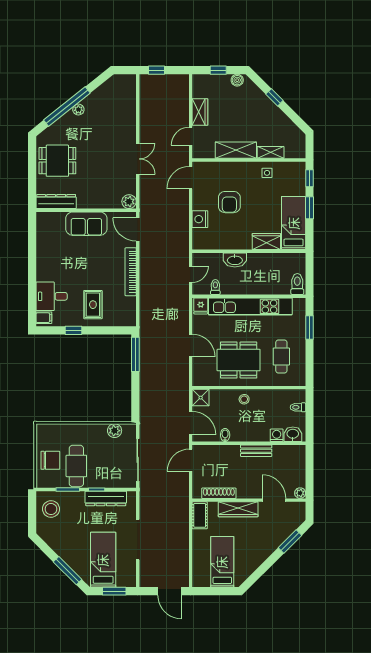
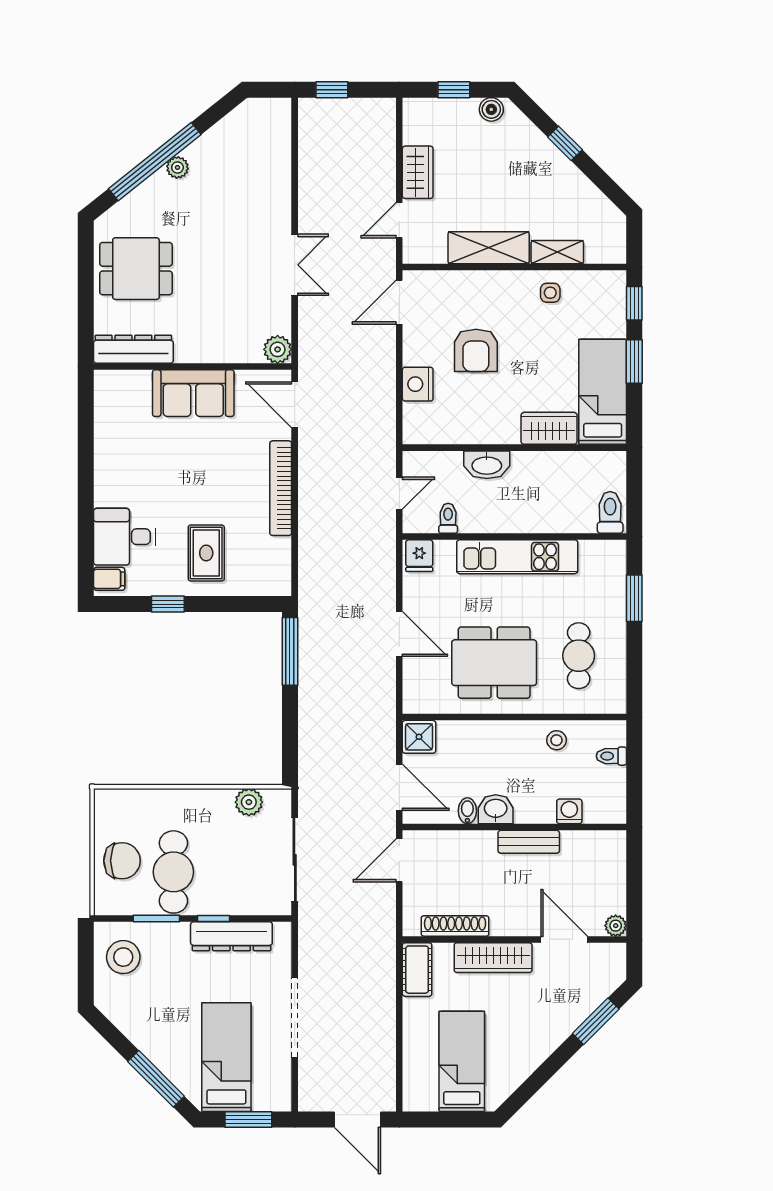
kitchen unit: (250, 306) -> (517, 557), width x0.73
stool: (244, 399) -> (556, 740), moved
washbasin: (293, 434) -> (496, 809), moved

